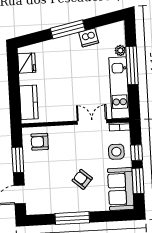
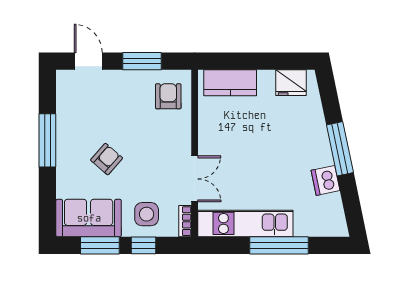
plant: (120, 50) -> (303, 228), removed

